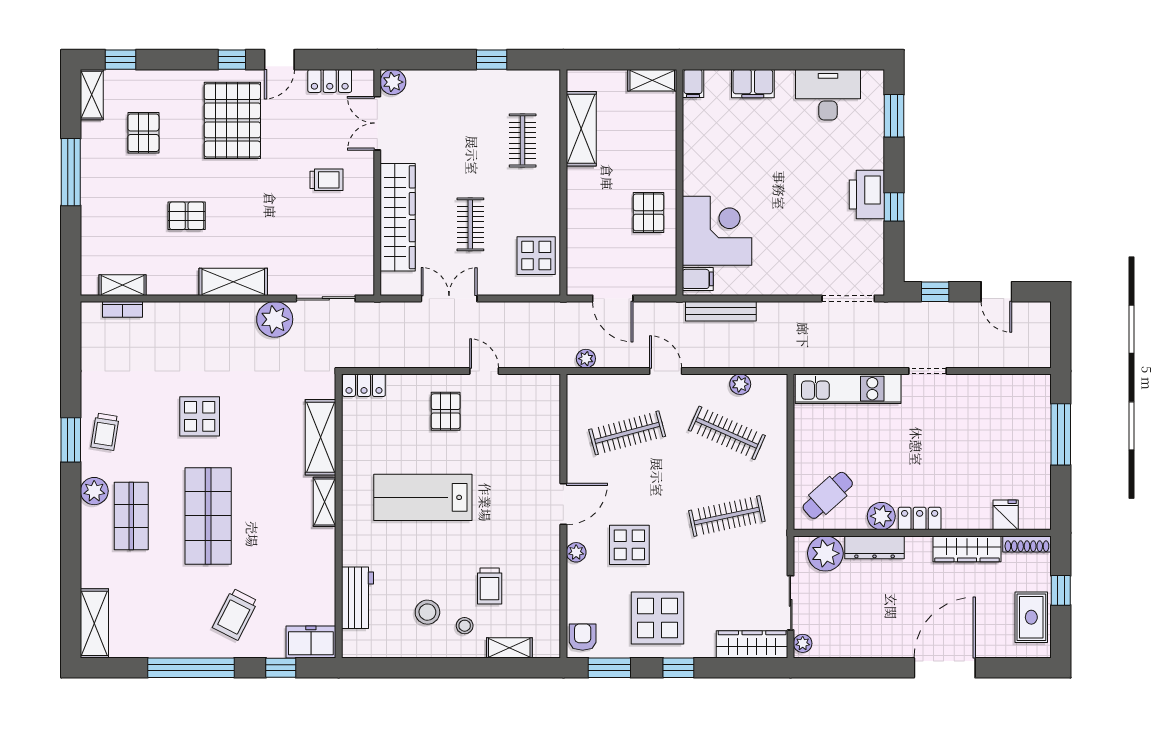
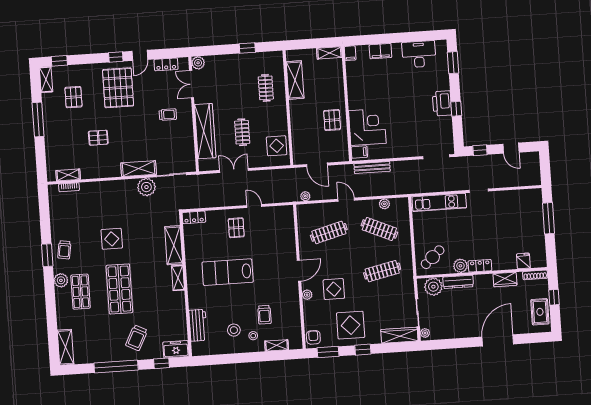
shelving: (233, 282) -> (139, 169), moved
wardrobe: (967, 549) -> (505, 279), width x0.67

